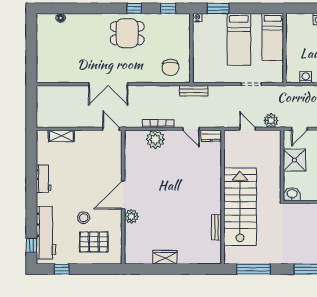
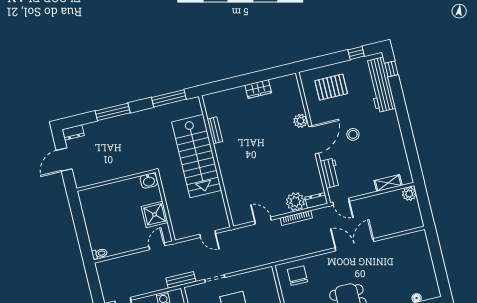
bench: (194, 91) -> (181, 280), moved
plant: (271, 121) -> (409, 194), moved
dresser: (211, 136) -> (316, 200), moved
workbench: (44, 179) -> (330, 173), moved, turned 180
stool: (84, 218) -> (353, 134), moved

